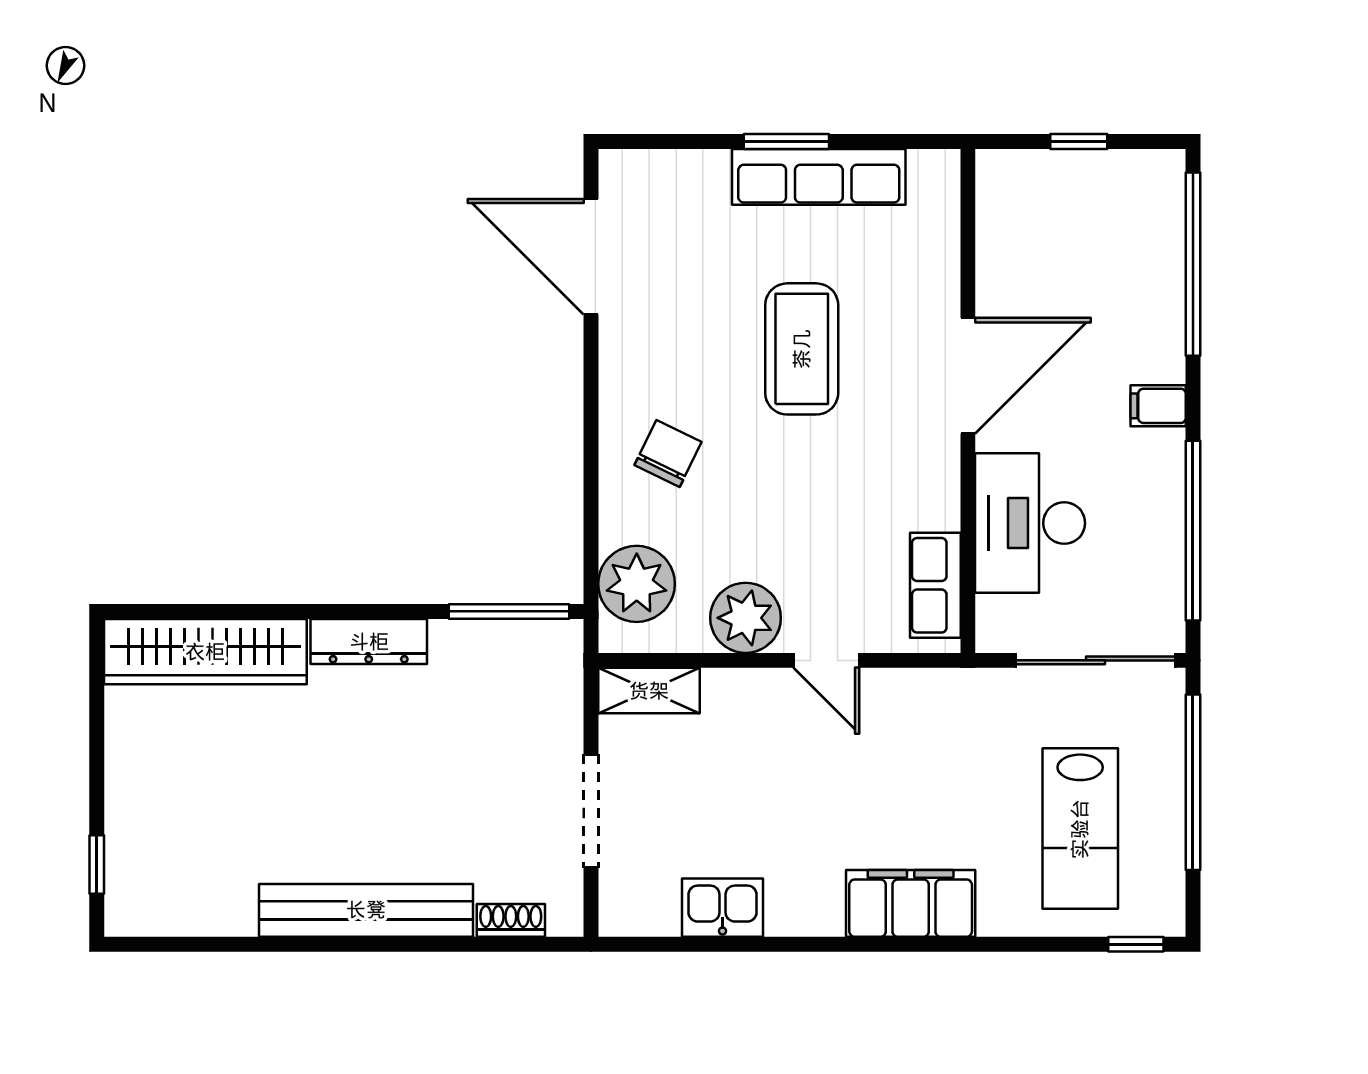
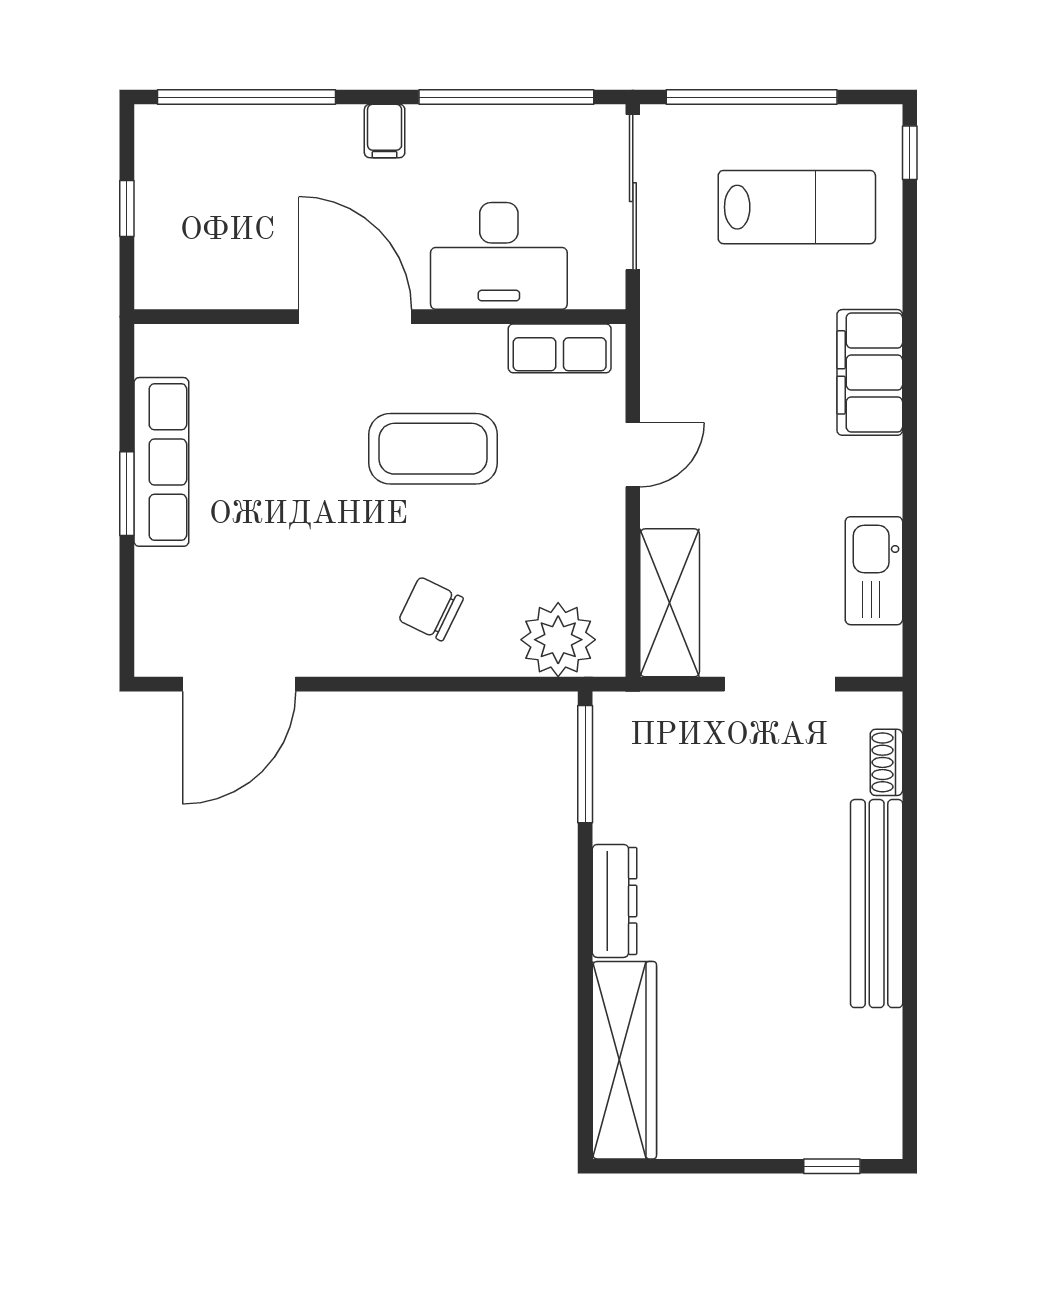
coffee table: (802, 349) -> (433, 449), moved
plant: (746, 618) -> (591, 533), removed
shelving: (649, 691) -> (670, 603), width x1.50, depth x1.33
kitchen sink: (723, 908) -> (874, 571), width x1.38

